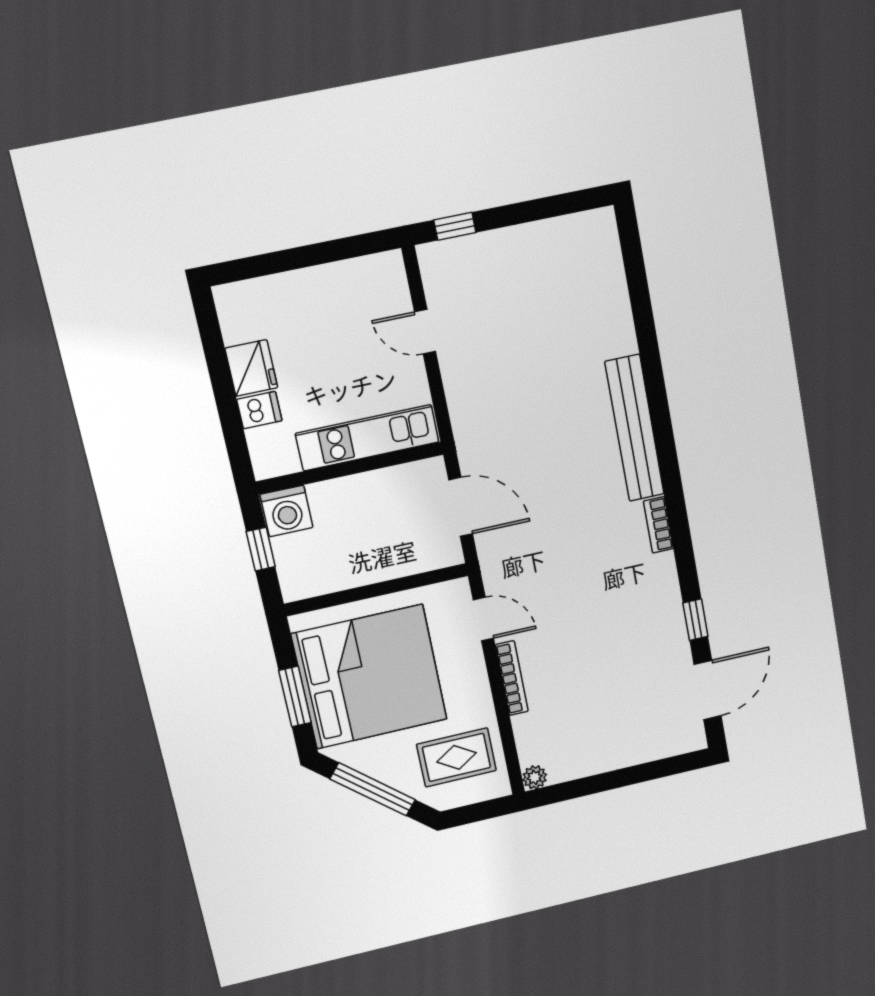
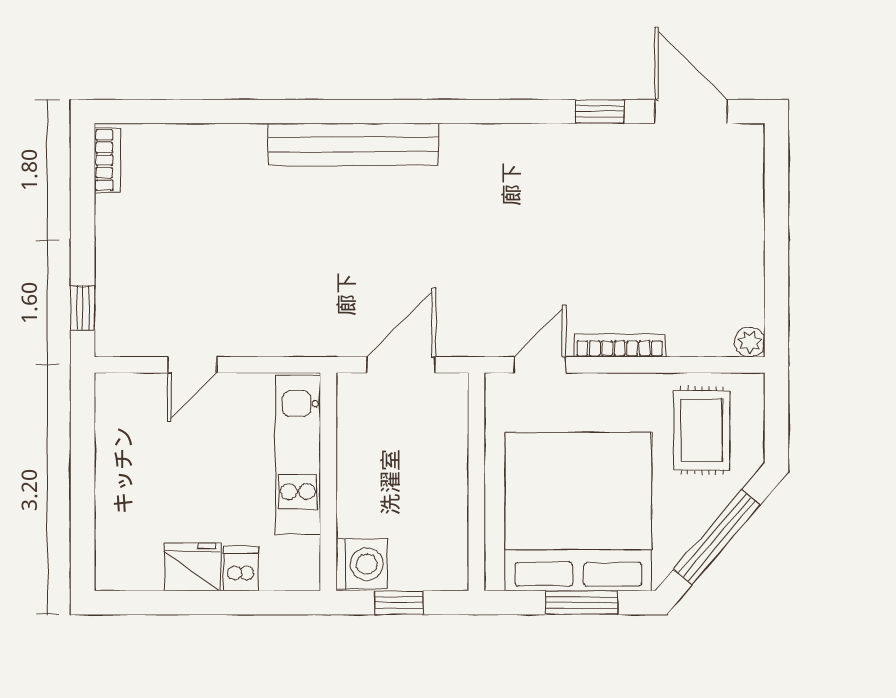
bookcase: (658, 525) -> (107, 160), moved, turned -90

